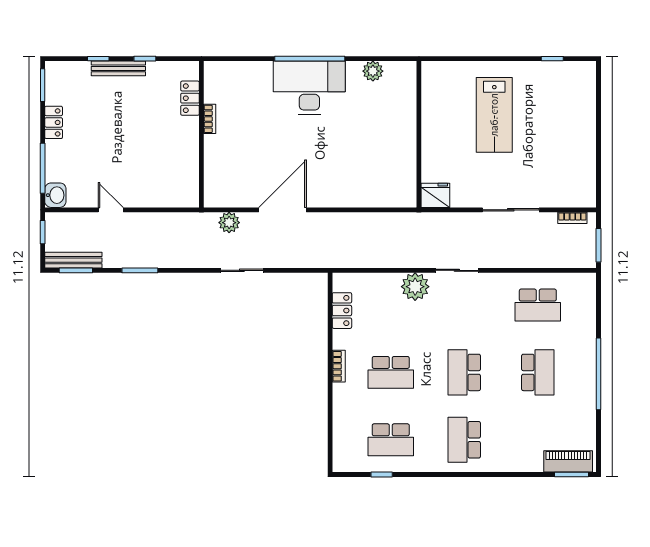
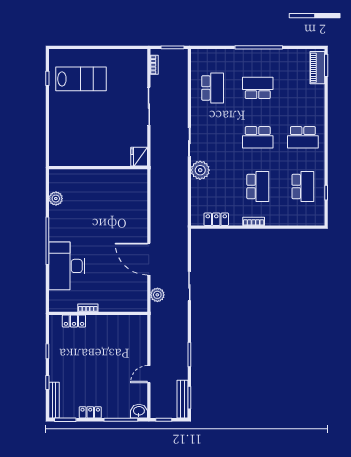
bench: (118, 68) -> (54, 400), moved
desk: (309, 88) -> (67, 266), moved
lab bench: (494, 115) -> (81, 79), moved

